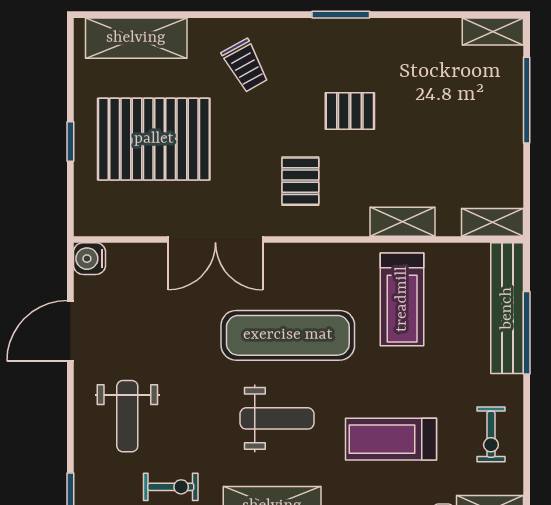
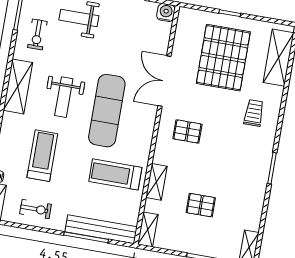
trolley: (245, 66) -> (254, 113), turned 119
pallet: (350, 111) -> (201, 205), moved, turned 90
exercise bike: (491, 434) -> (36, 209), turned 180

